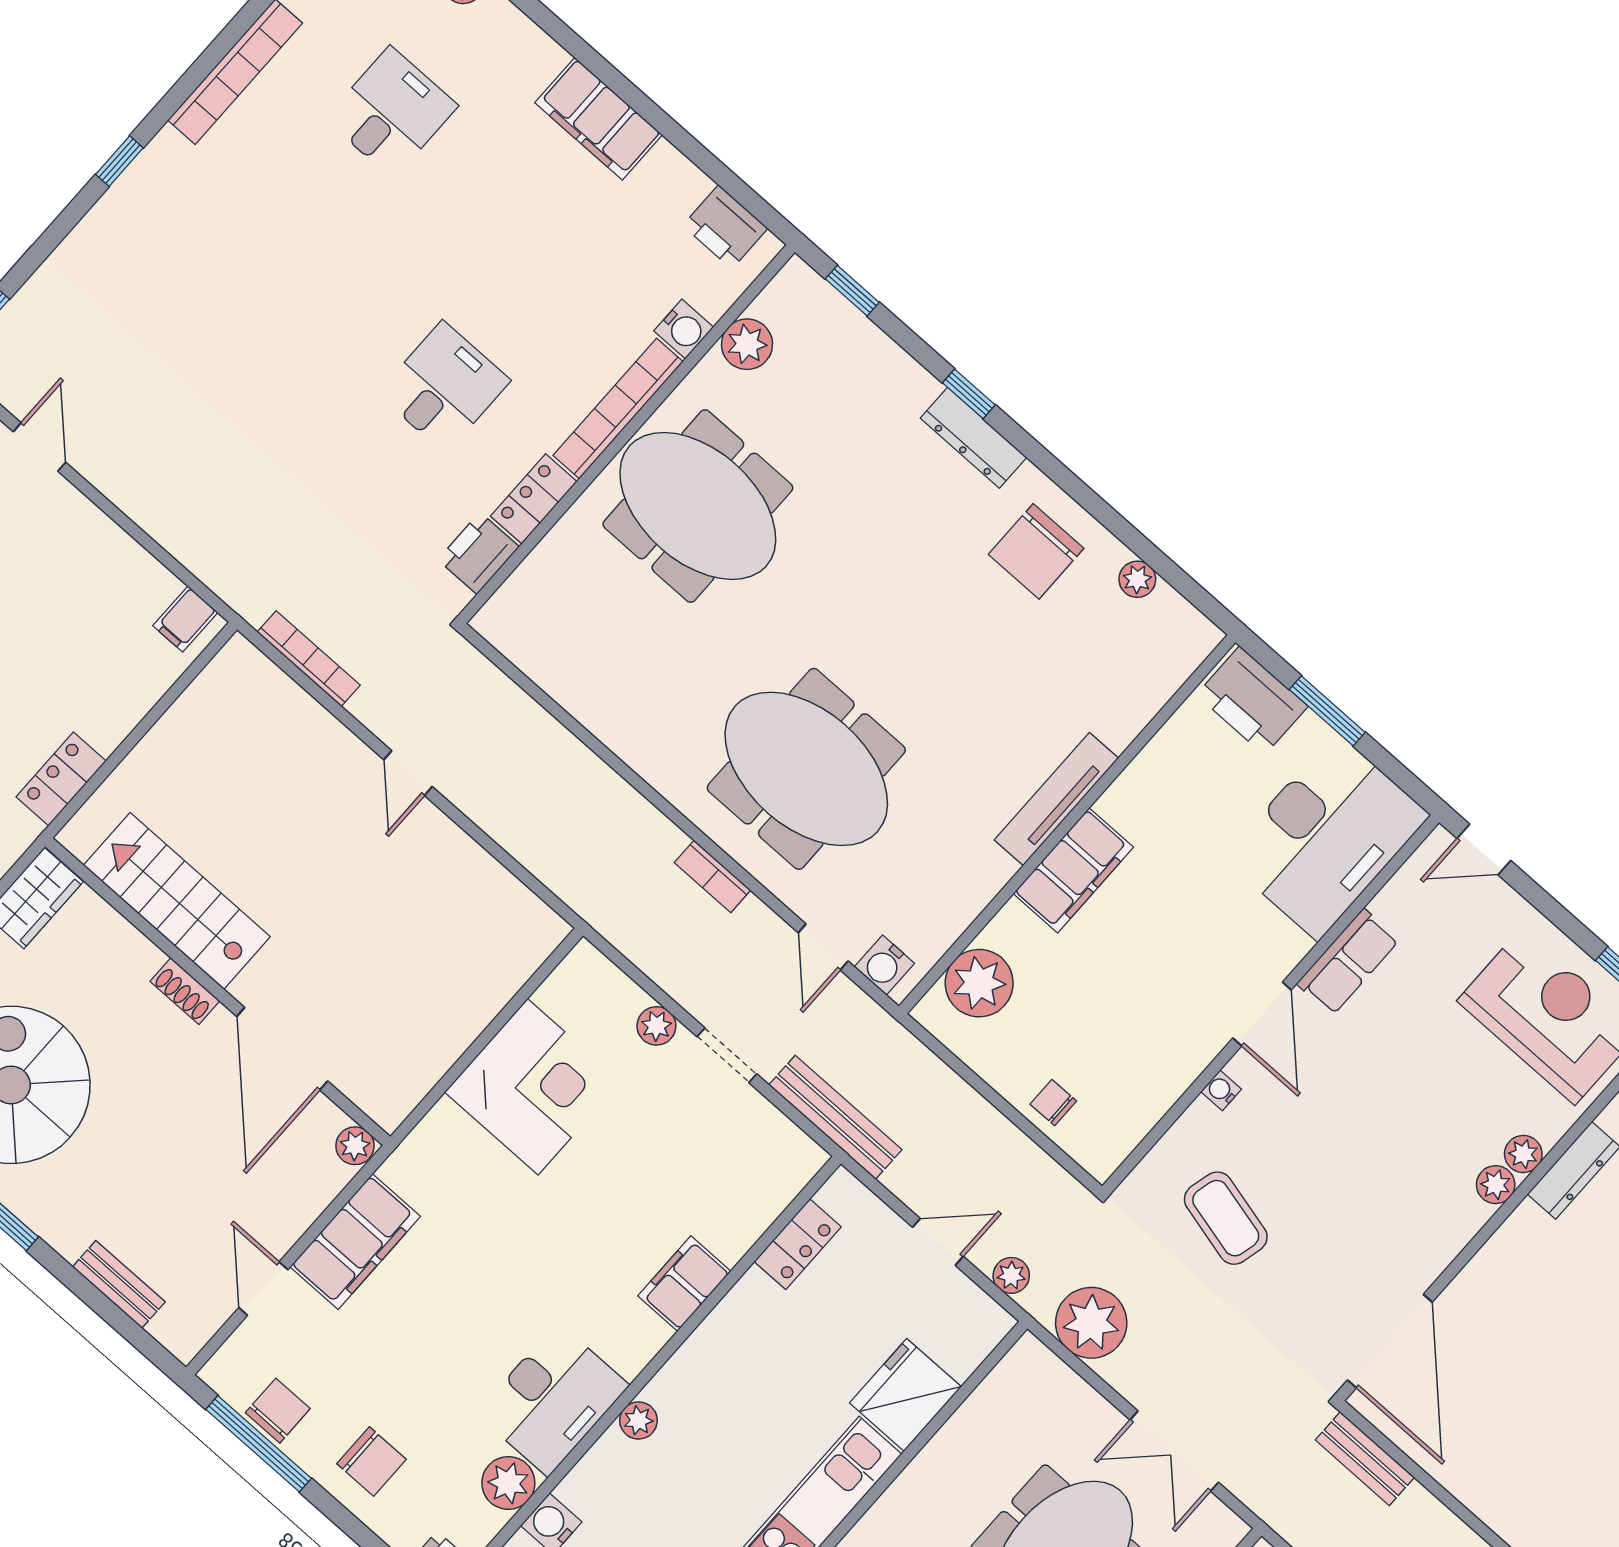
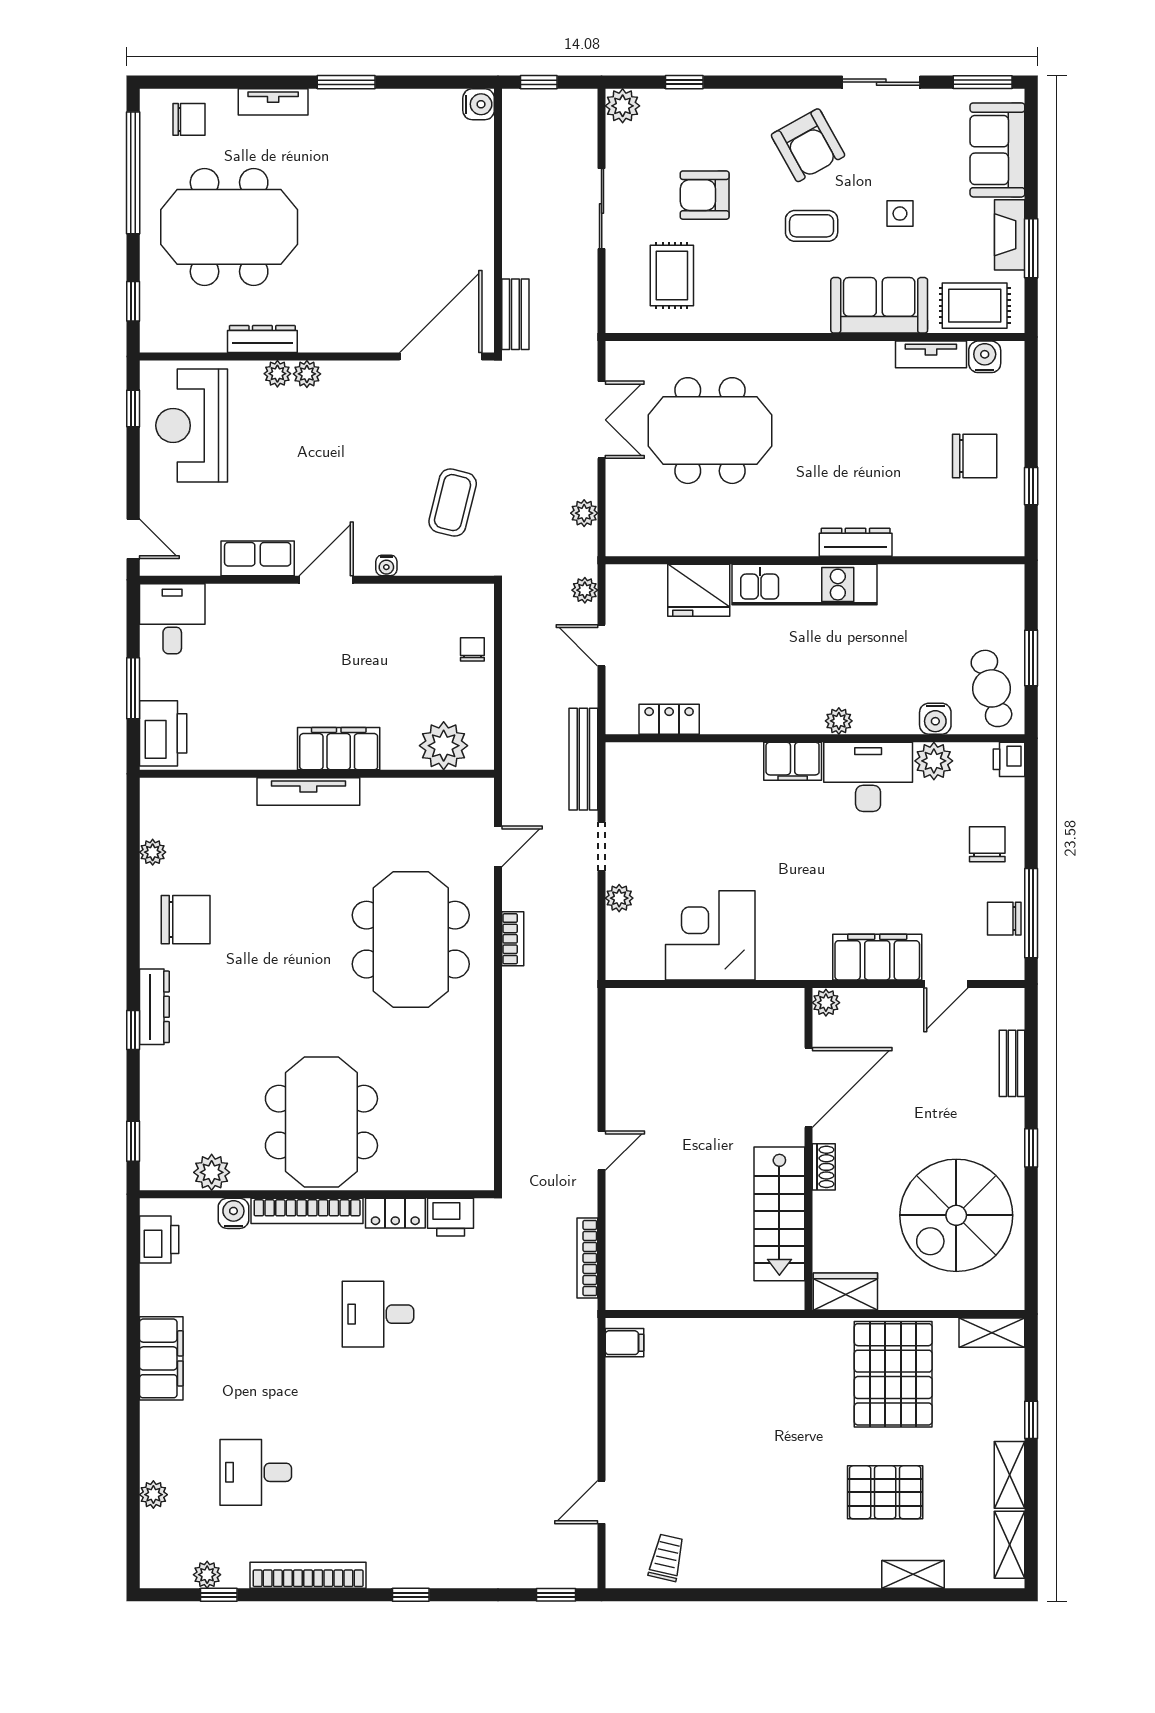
locker: (61, 779) -> (769, 1334), removed
desk: (1327, 836) -> (172, 619), width x0.53, depth x0.77
water cooler: (884, 965) -> (479, 805), removed
chair: (1053, 1103) -> (472, 649), turned 180
filing cabinet: (684, 1284) -> (793, 761), moved
plant: (1091, 1323) -> (584, 513), width x0.53, depth x0.53

